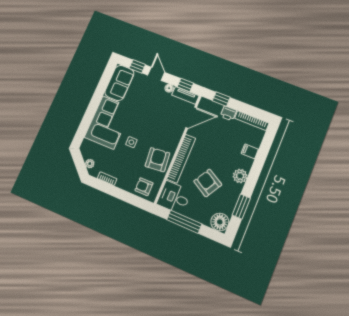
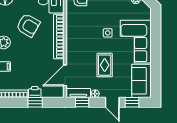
window: (221, 99) -> (35, 102), moved
rug: (148, 112) -> (105, 65), added
armchair: (157, 160) -> (79, 27), removed

